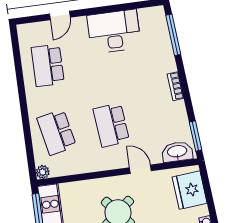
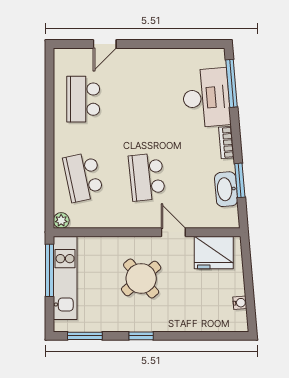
desk: (114, 31) -> (206, 98), moved, turned 85
window: (196, 136) -> (240, 180), moved
washbasin: (177, 152) -> (226, 189), moved, turned -95
fridge: (190, 190) -> (214, 252), moved, turned -85

